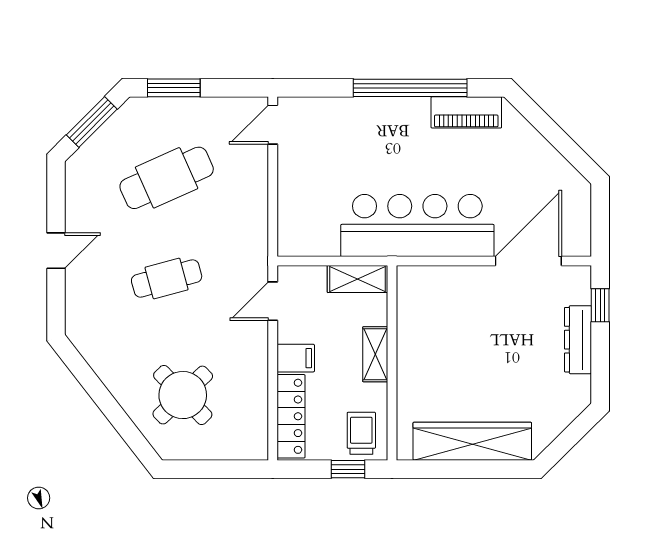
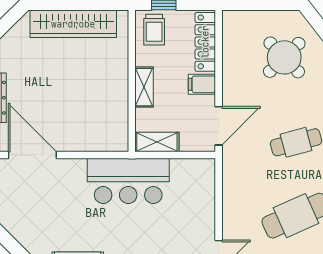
bar counter: (417, 225) -> (128, 181), width x0.73
door: (528, 261) -> (32, 155), swing flipped
door: (273, 301) -> (219, 126), width x1.38

